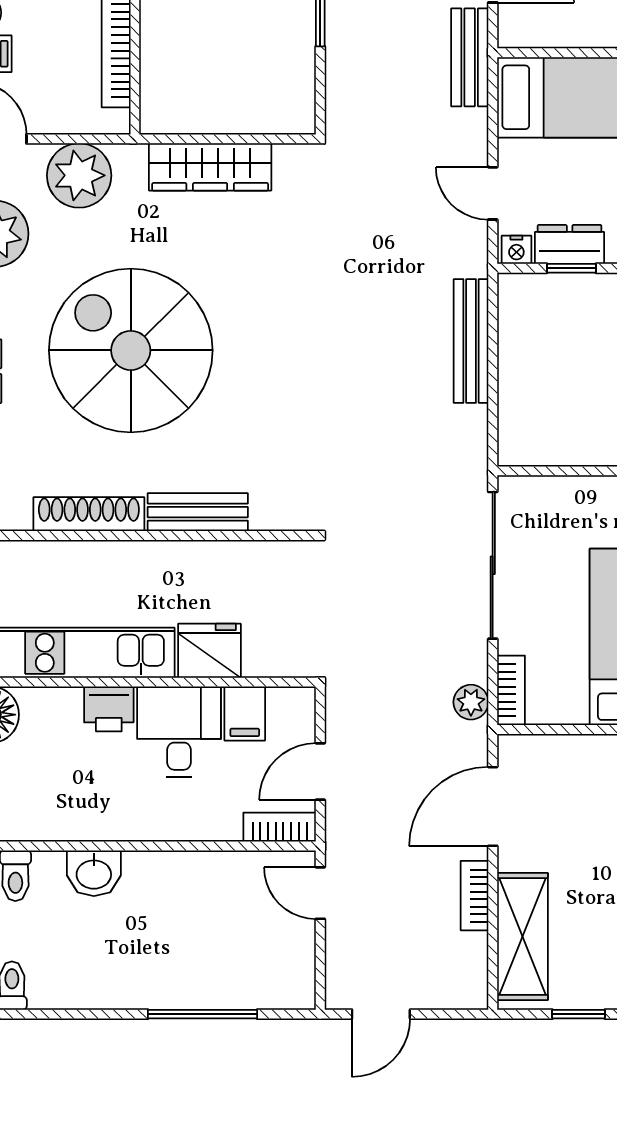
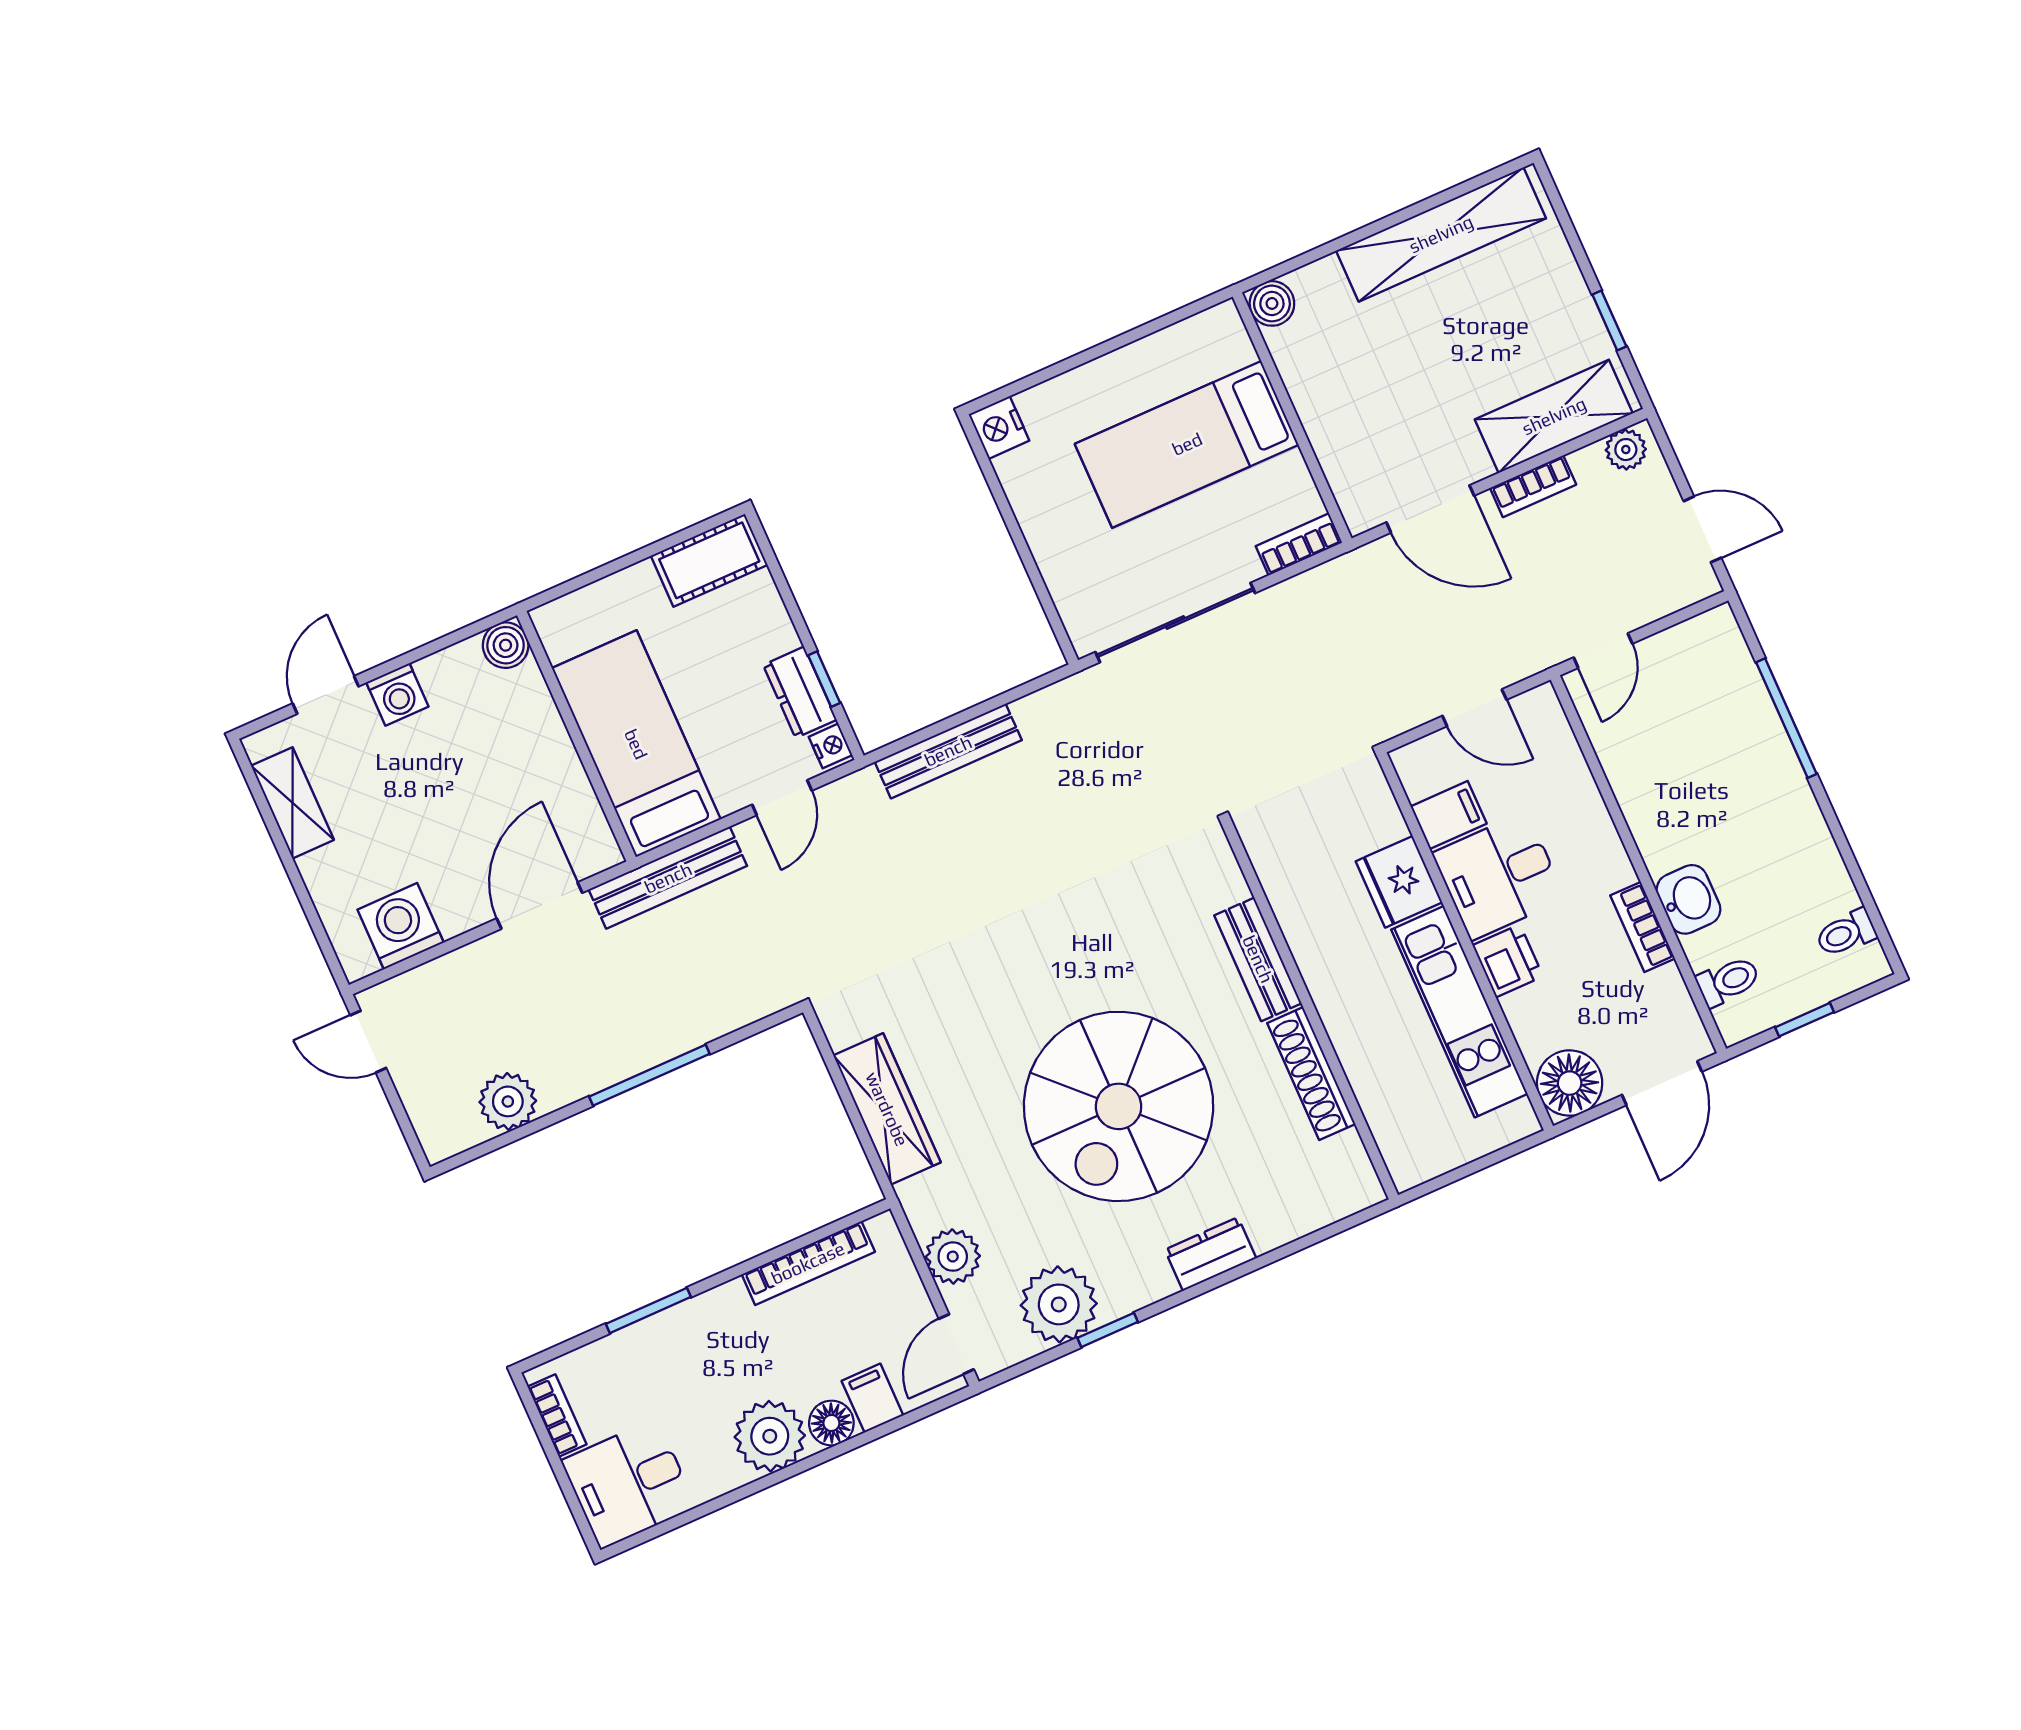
bench: (470, 57) -> (668, 878), width x1.36
plant: (79, 175) -> (953, 1257), width x0.73, depth x0.73
plant: (471, 702) -> (1626, 450), moved
bookcase: (280, 827) -> (1643, 927), moved

